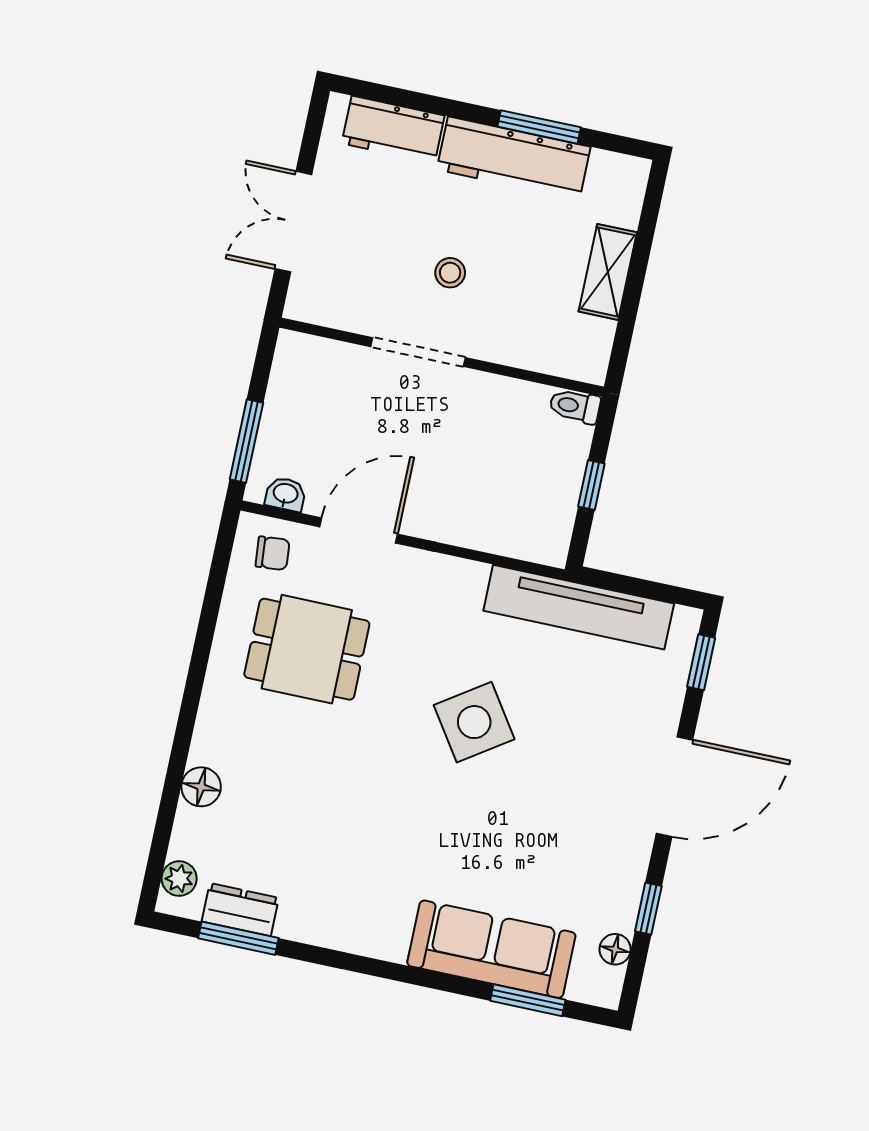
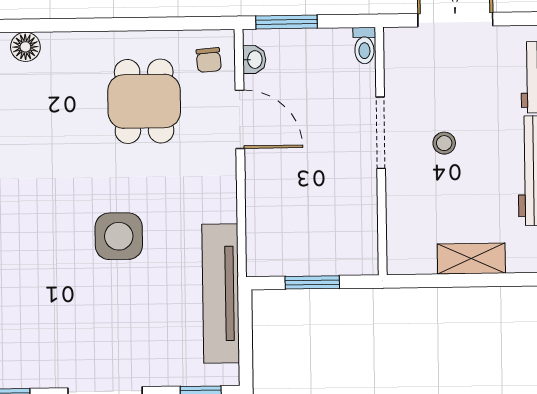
toilet: (575, 406) -> (364, 46), moved, turned 180
window: (591, 485) -> (312, 282), width x1.50
side table: (474, 722) -> (119, 236), turned 34

